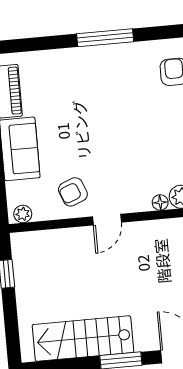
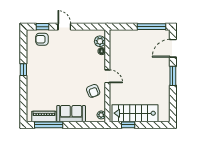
window: (105, 38) -> (23, 70), width x0.46
stairs: (83, 339) -> (135, 113), moved, turned 90

